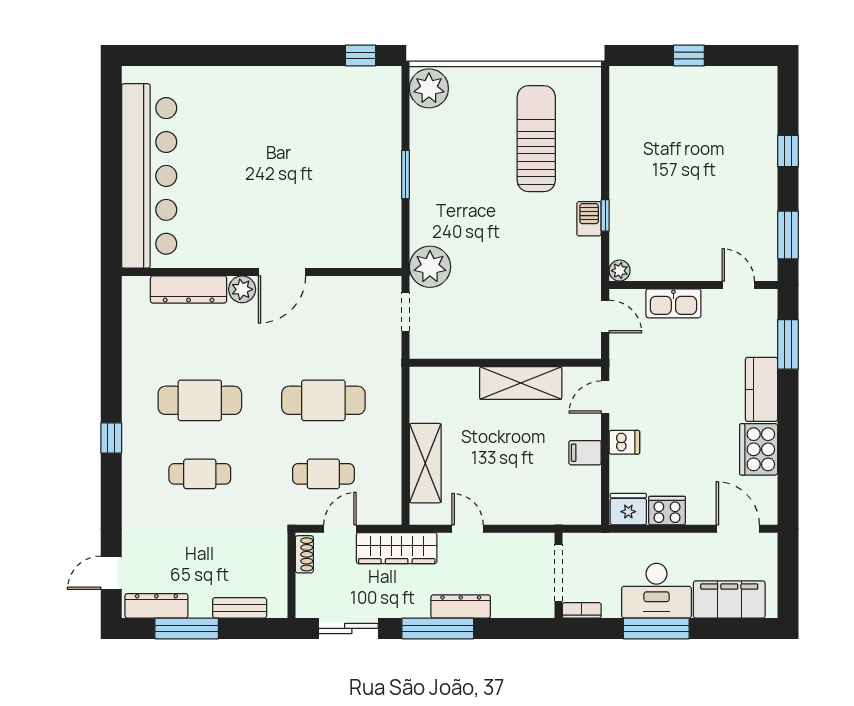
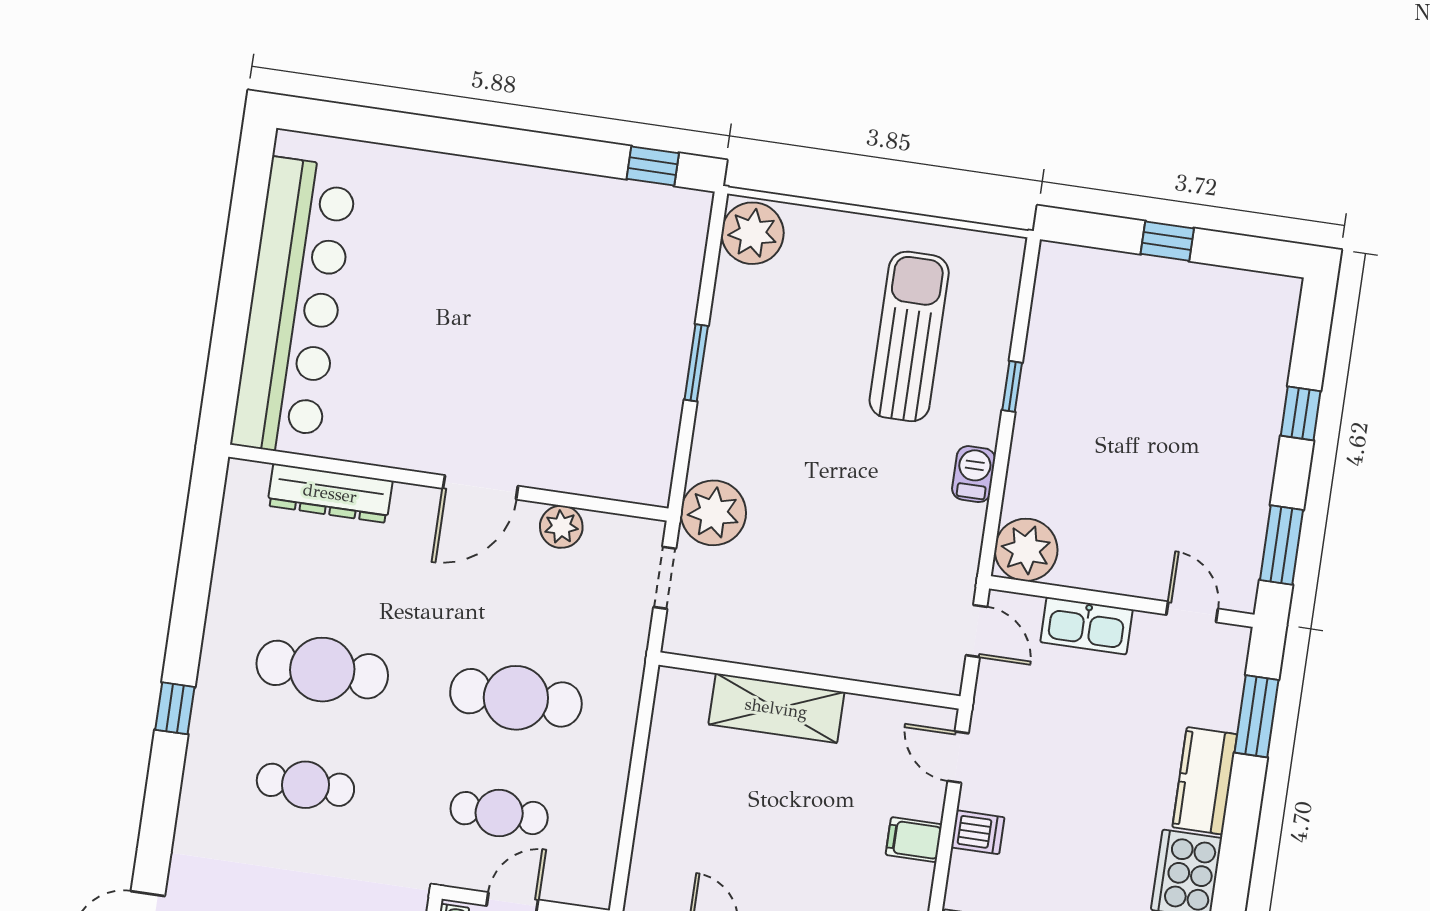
window: (605, 215) -> (1012, 386), moved
plant: (620, 271) -> (1026, 550), width x1.88, depth x1.88
plant: (242, 289) -> (561, 527), moved
shelving: (521, 383) -> (776, 708), moved
door: (605, 397) -> (958, 757), hinge flipped
shelving: (425, 463) -> (661, 820), removed

